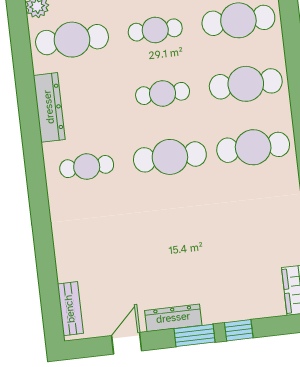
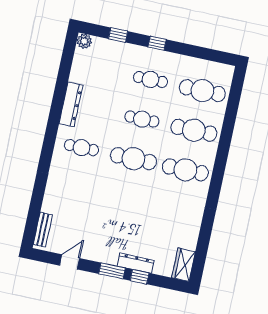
cafe table: (72, 40) -> (98, 68), removed
dresser: (173, 318) -> (136, 263), moved

